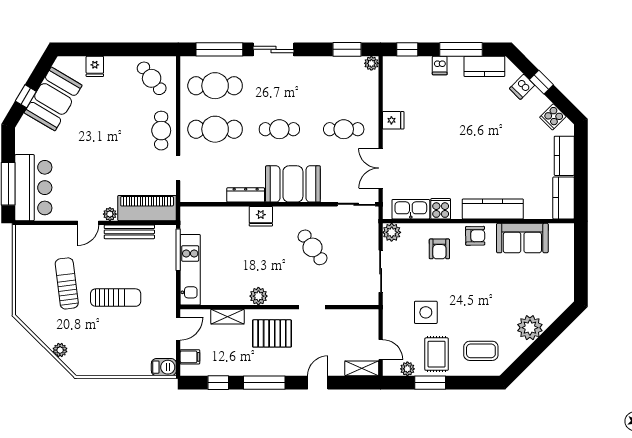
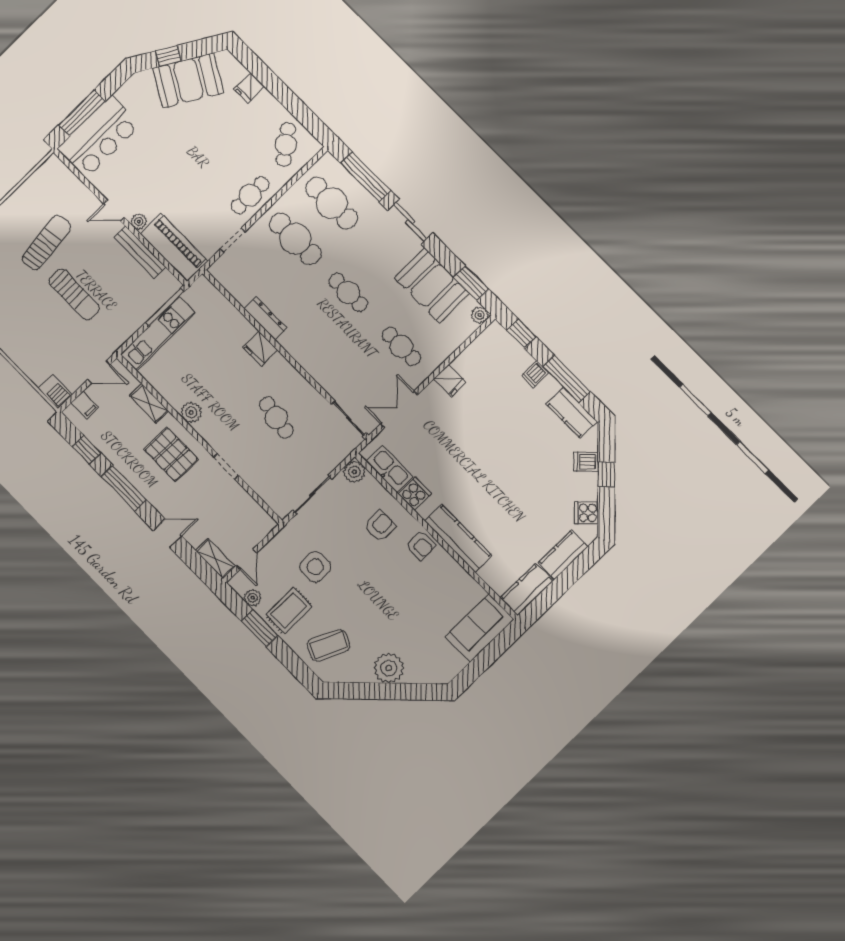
booth: (293, 184) -> (432, 286), moved
sofa: (522, 238) -> (480, 628), moved, turned 90
cafe table: (312, 247) -> (276, 418), turned -45
armchair: (439, 249) -> (380, 526), turned 180
coffee table: (481, 351) -> (328, 645), turned -65

